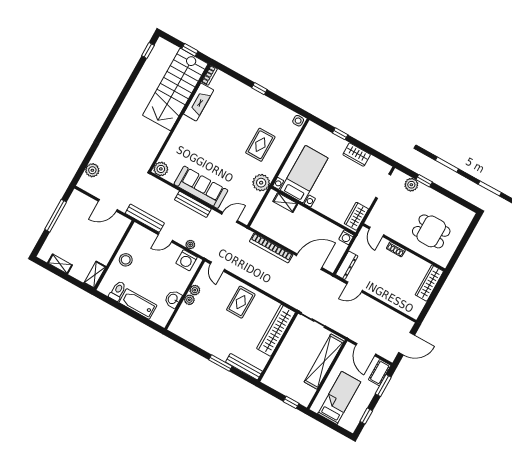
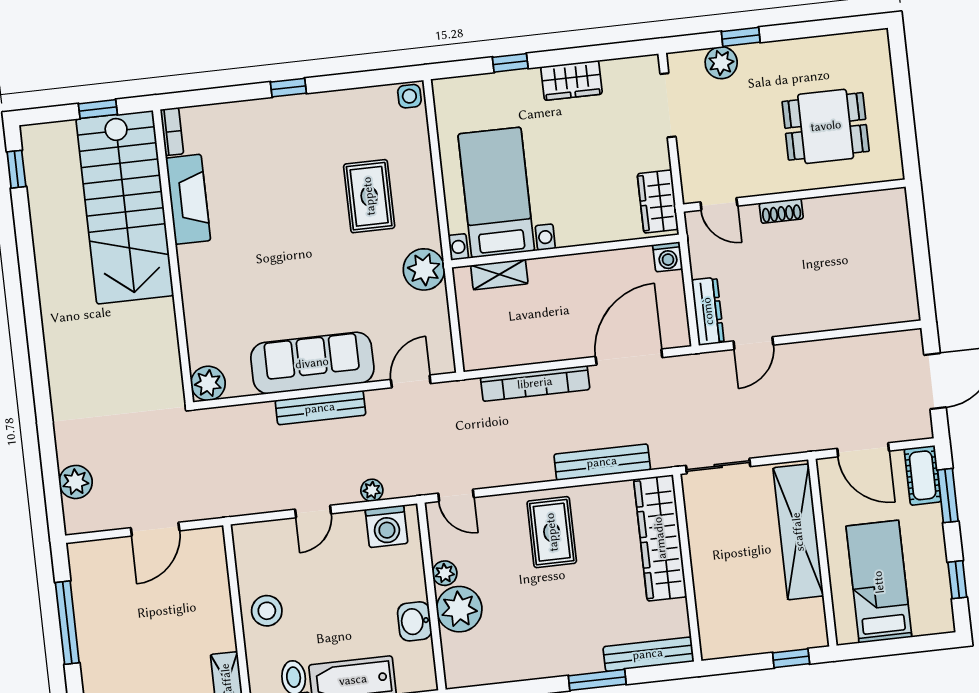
bench: (145, 218) -> (602, 462), moved
wardrobe: (429, 283) -> (894, 230), removed
plant: (189, 300) -> (459, 609), width x1.88, depth x1.88

